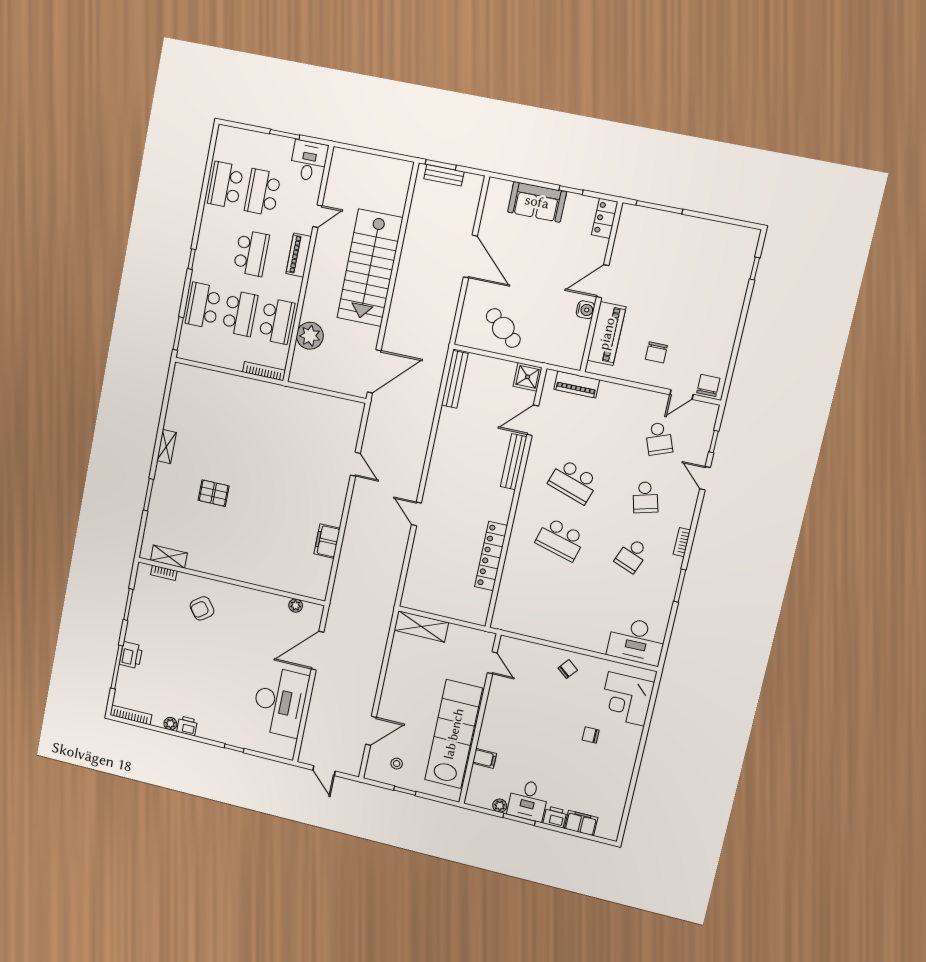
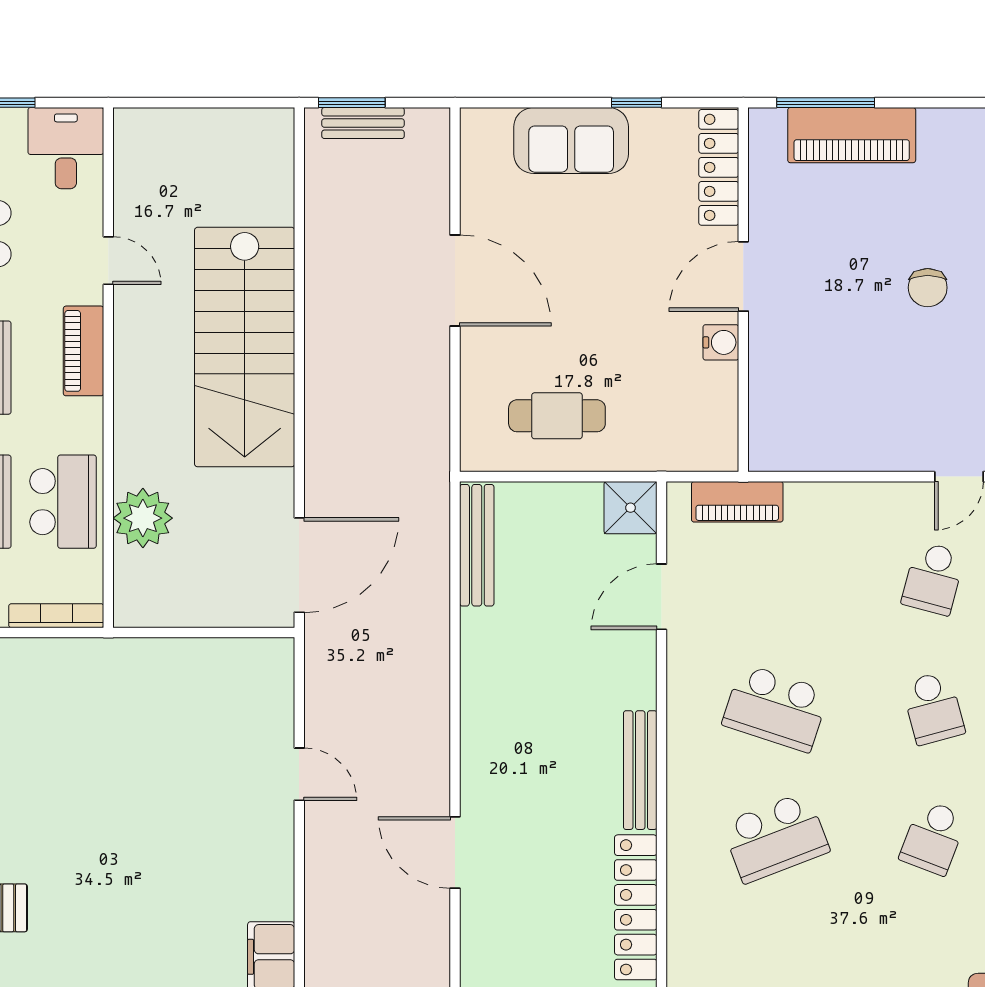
door: (318, 216) -> (108, 261), hinge flipped
locker: (605, 218) -> (719, 167), width x1.53
cafe table: (503, 328) -> (557, 416), turned -40
piano: (607, 334) -> (852, 135), moved, turned 90
chair: (656, 352) -> (928, 288), moved
school desk: (659, 439) -> (933, 578), turned 36
bench: (514, 462) -> (640, 770), moved
door: (416, 514) -> (455, 853), width x1.38
school desk: (560, 539) -> (776, 838), turned -36

